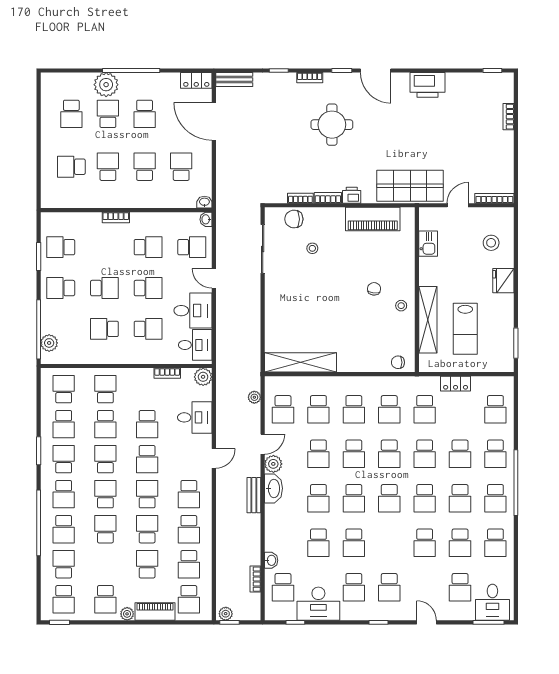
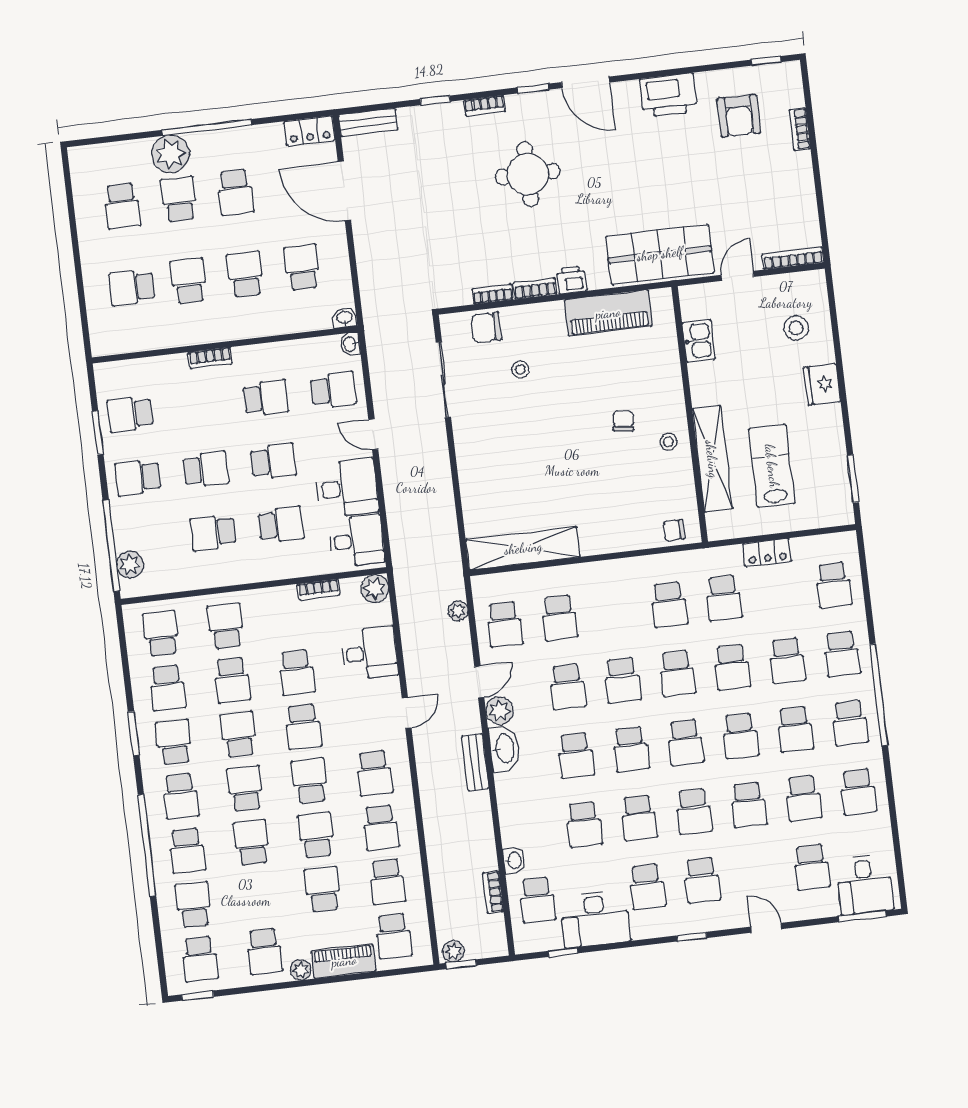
armchair: (471, 103) -> (739, 116), added
lab bench: (465, 329) -> (772, 466), turned 180
school desk: (354, 409) -> (694, 811), moved

